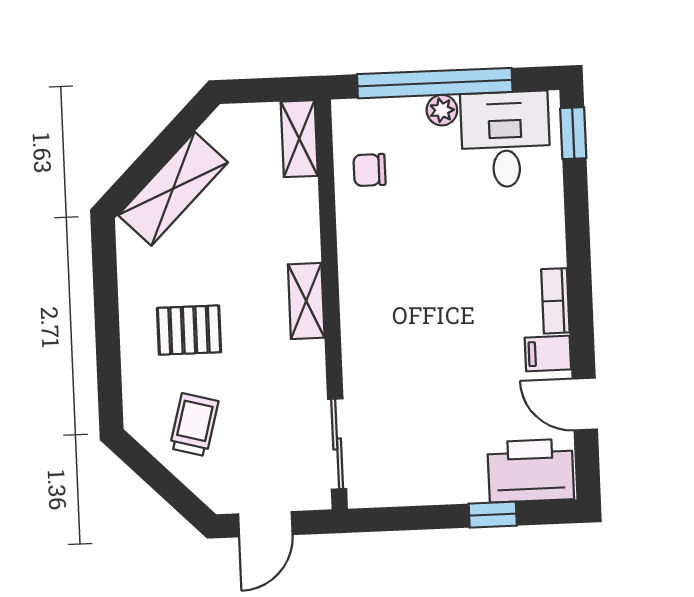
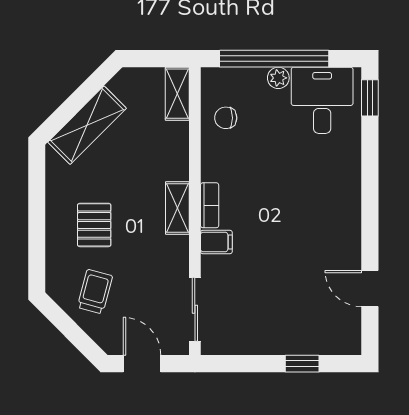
bookcase: (555, 301) -> (210, 205), moved, turned 180
pallet: (189, 330) -> (94, 225), turned 90
filing cabinet: (548, 353) -> (216, 242), moved, turned 180
printer: (531, 471) -> (330, 334), removed
door: (265, 524) -> (142, 364), swing flipped

